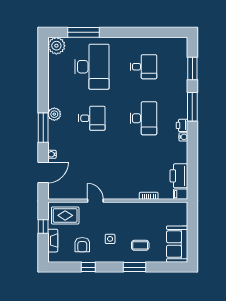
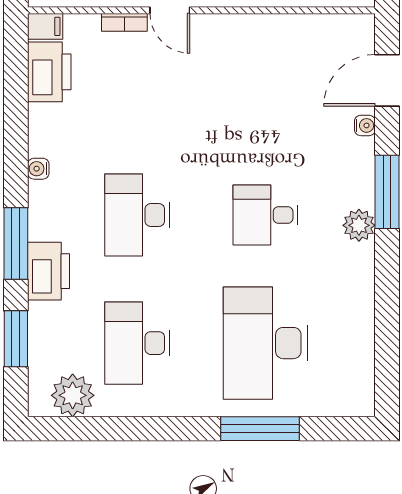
window: (83, 32) -> (260, 429), moved
plant: (56, 46) -> (73, 395), moved
desk: (143, 67) -> (137, 343), width x1.37
printer: (182, 125) -> (49, 271), moved, width x1.87, depth x1.48
door: (95, 201) -> (170, 10), moved

